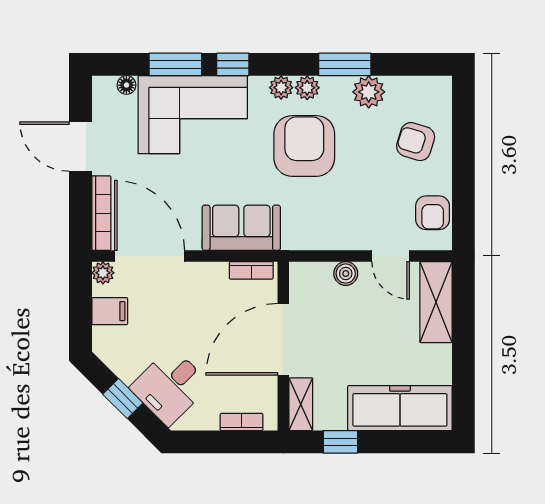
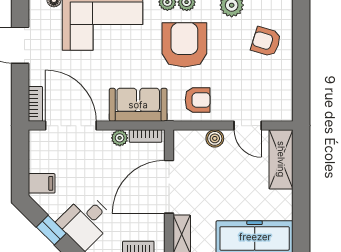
bookcase: (101, 213) -> (35, 104), width x0.64
armchair: (433, 213) -> (198, 100), moved, turned -90
plant: (103, 273) -> (120, 138), moved
filing cabinet: (110, 311) -> (42, 183), moved

